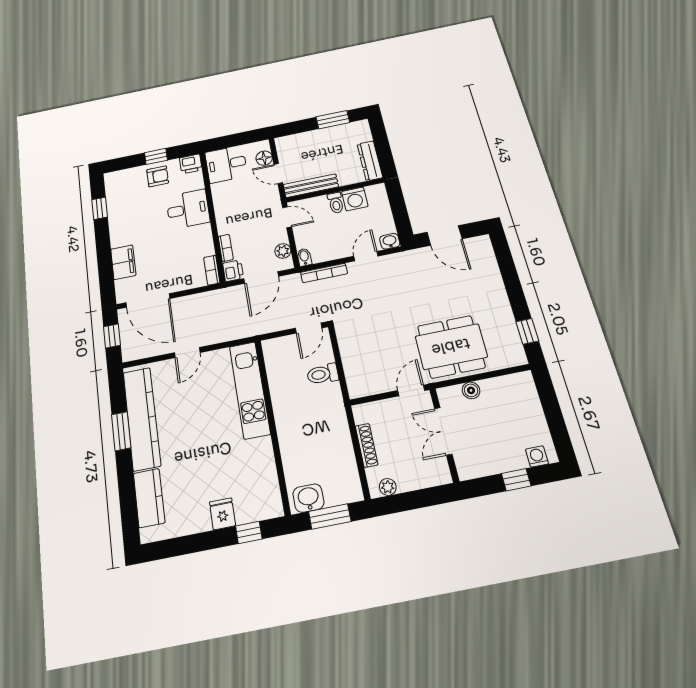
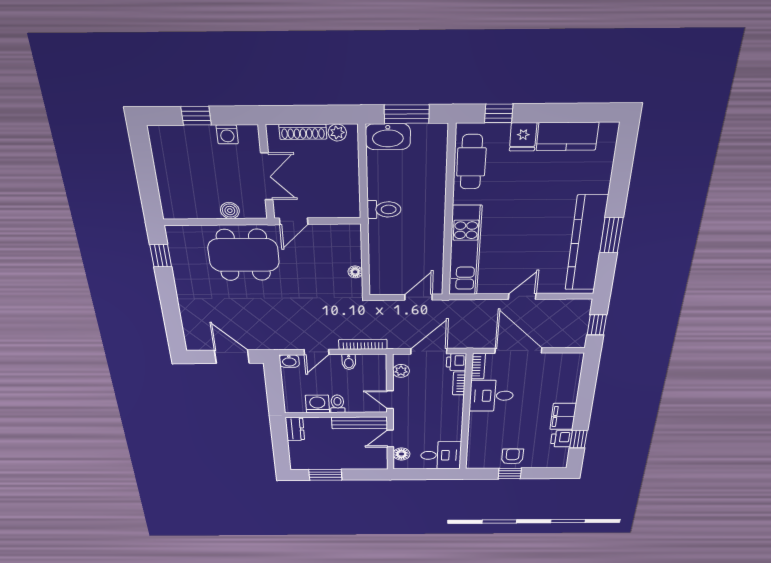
dresser: (370, 161) -> (295, 429), width x0.70
printer: (191, 164) -> (561, 439), moved, turned -90
door: (278, 174) -> (390, 439), swing flipped
armchair: (158, 176) -> (513, 456), turned 90
desk: (188, 209) -> (491, 396), moved
bidet: (304, 257) -> (349, 362), moved
filing cabinet: (123, 262) -> (563, 416), moved
door: (148, 301) -> (518, 351), moved
door: (309, 328) -> (418, 297), moved
floor lamp: (346, 349) -> (355, 272), added
toilet: (323, 374) -> (384, 209), moved
shoe rack: (367, 445) -> (303, 132), moved, turned -90
washing machine: (537, 456) -> (227, 134), moved
cafe table: (263, 481) -> (471, 162), added
kitchen counter: (149, 498) -> (567, 136), moved, turned -90
washbasin: (308, 498) -> (388, 137), moved, width x1.38

